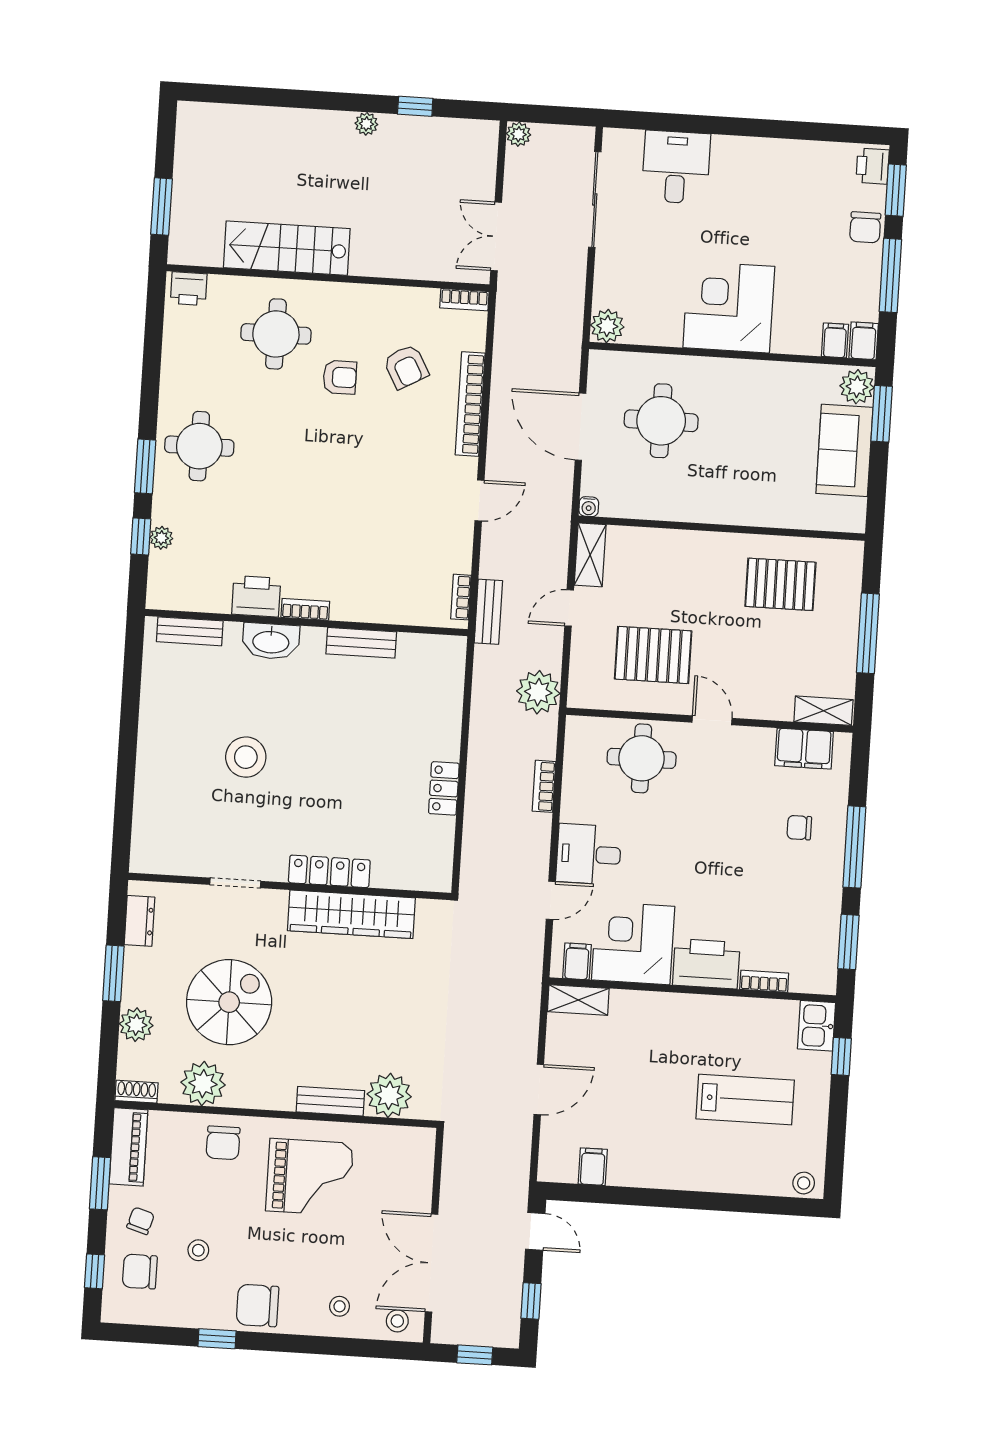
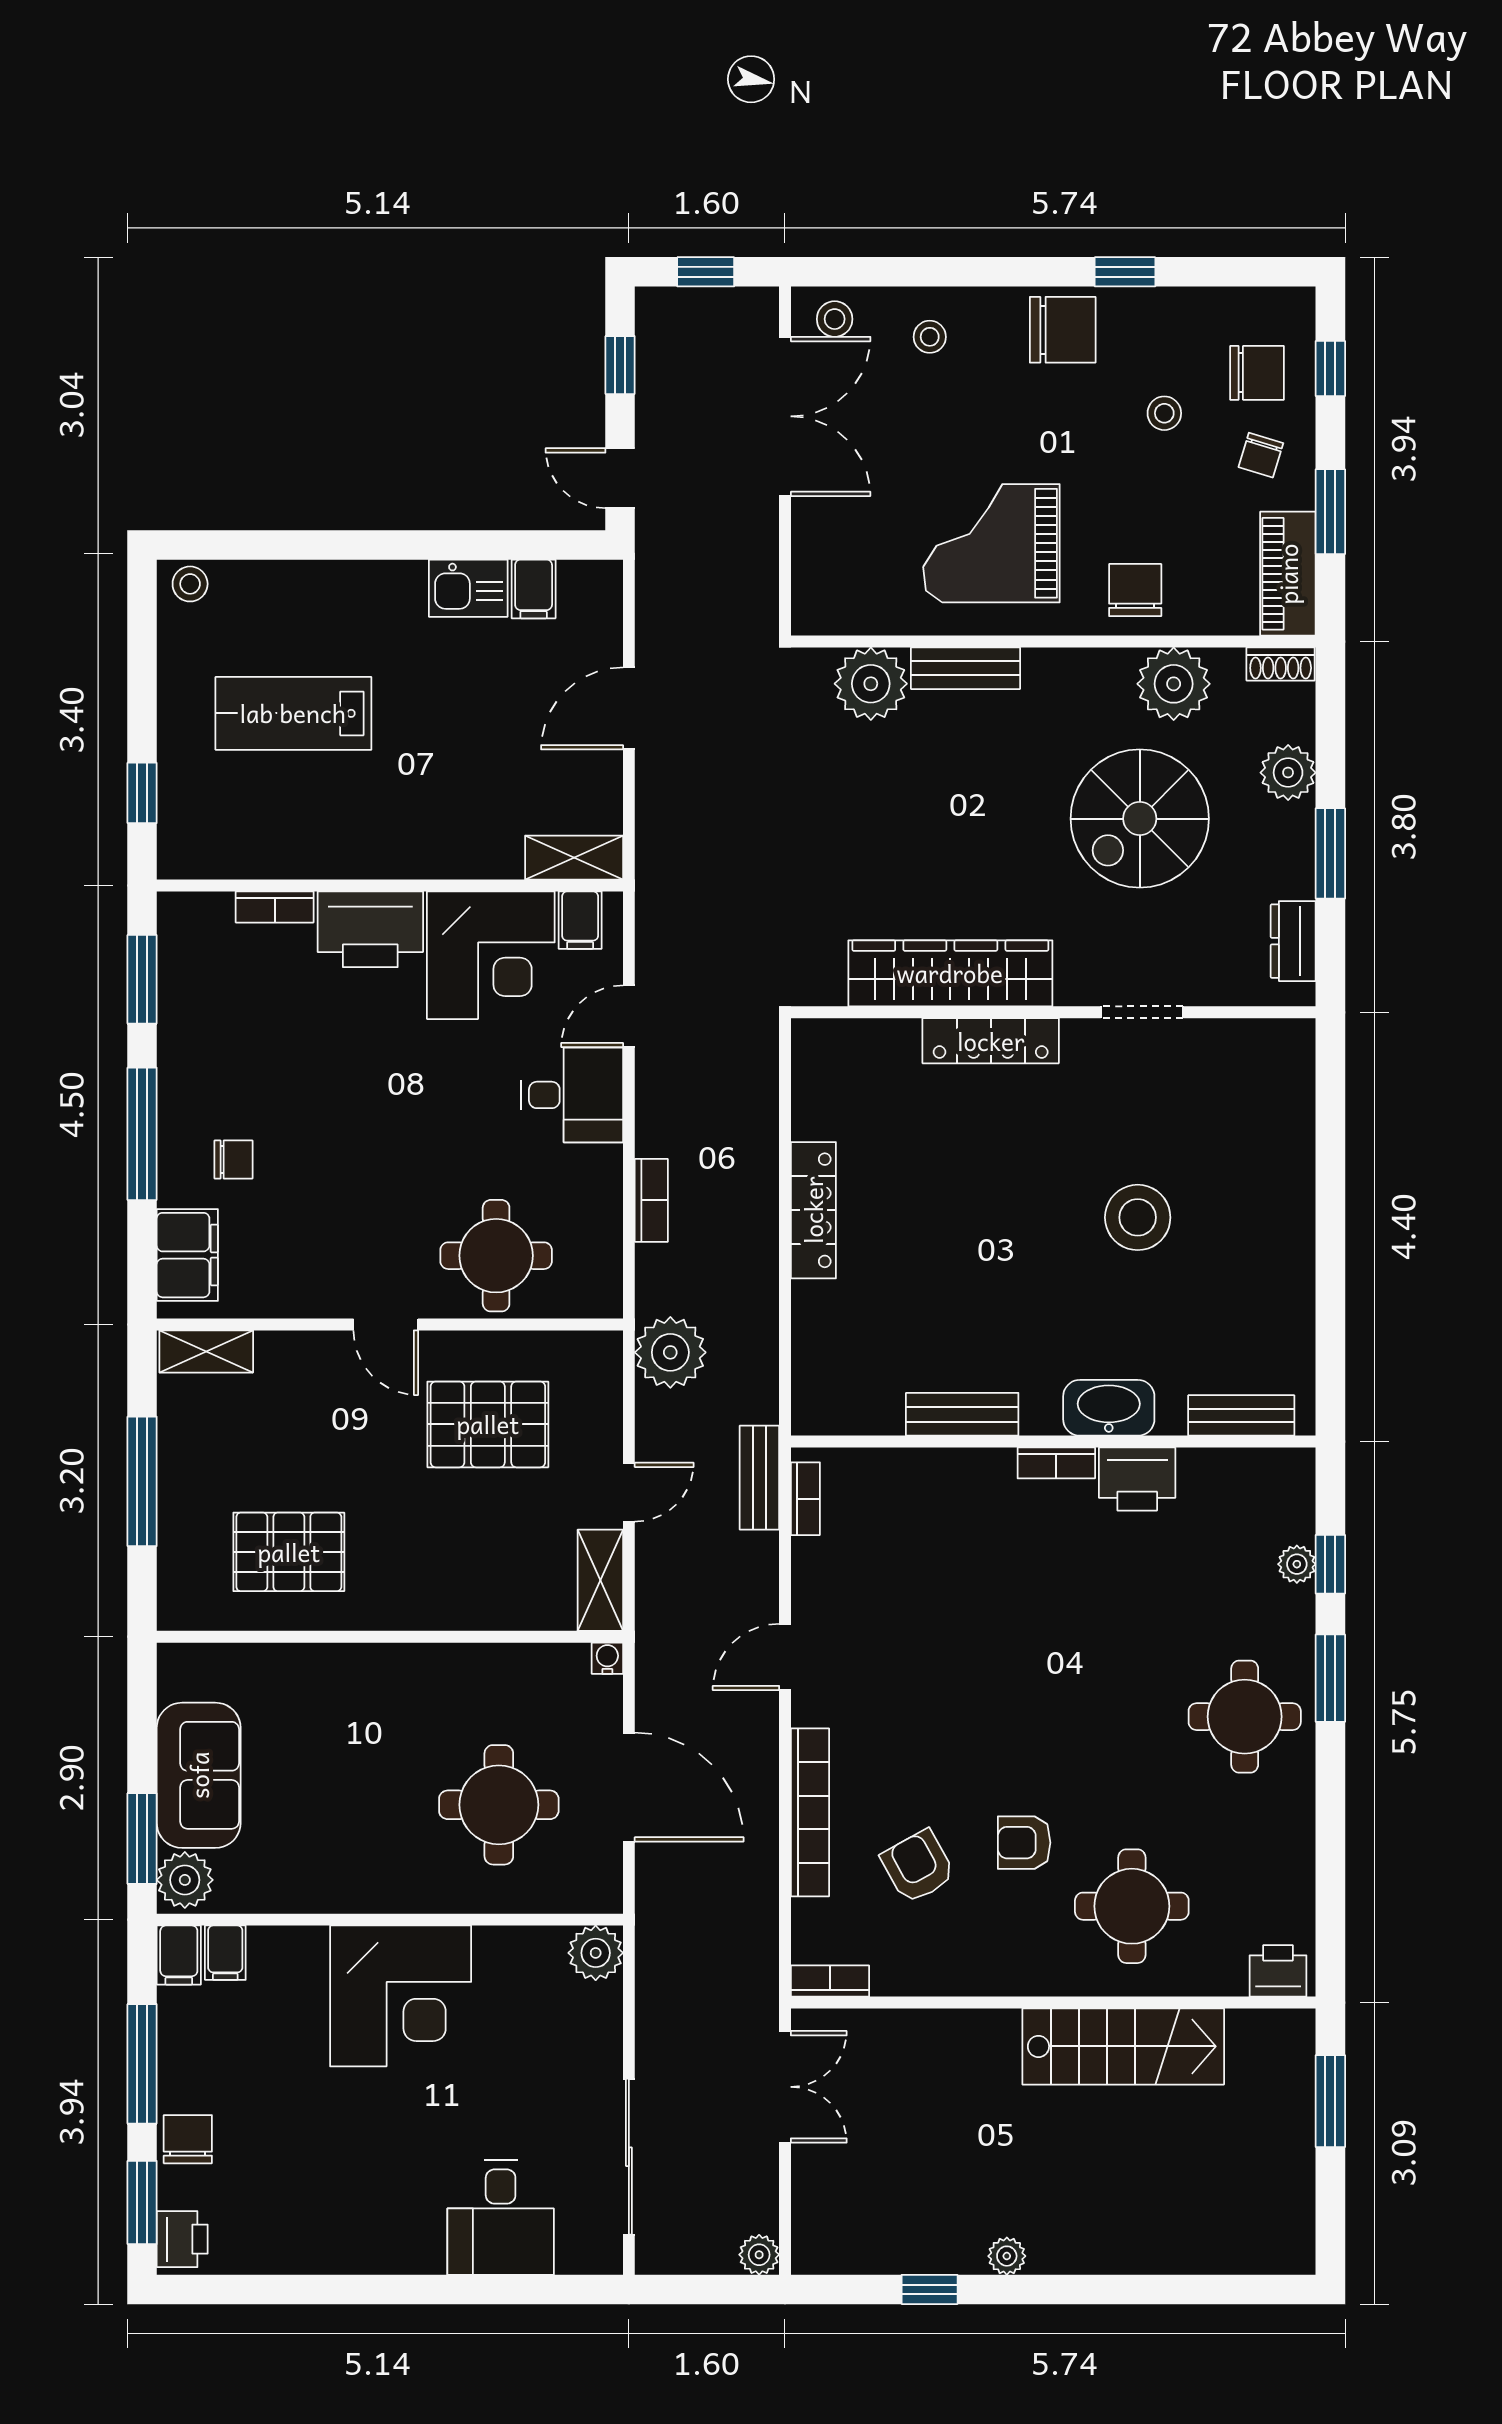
filing cabinet: (804, 749) -> (187, 1255), moved, turned 90
locker: (444, 788) -> (813, 1210), width x1.53
kitchen sink: (817, 1026) -> (468, 588), moved, turned 90

